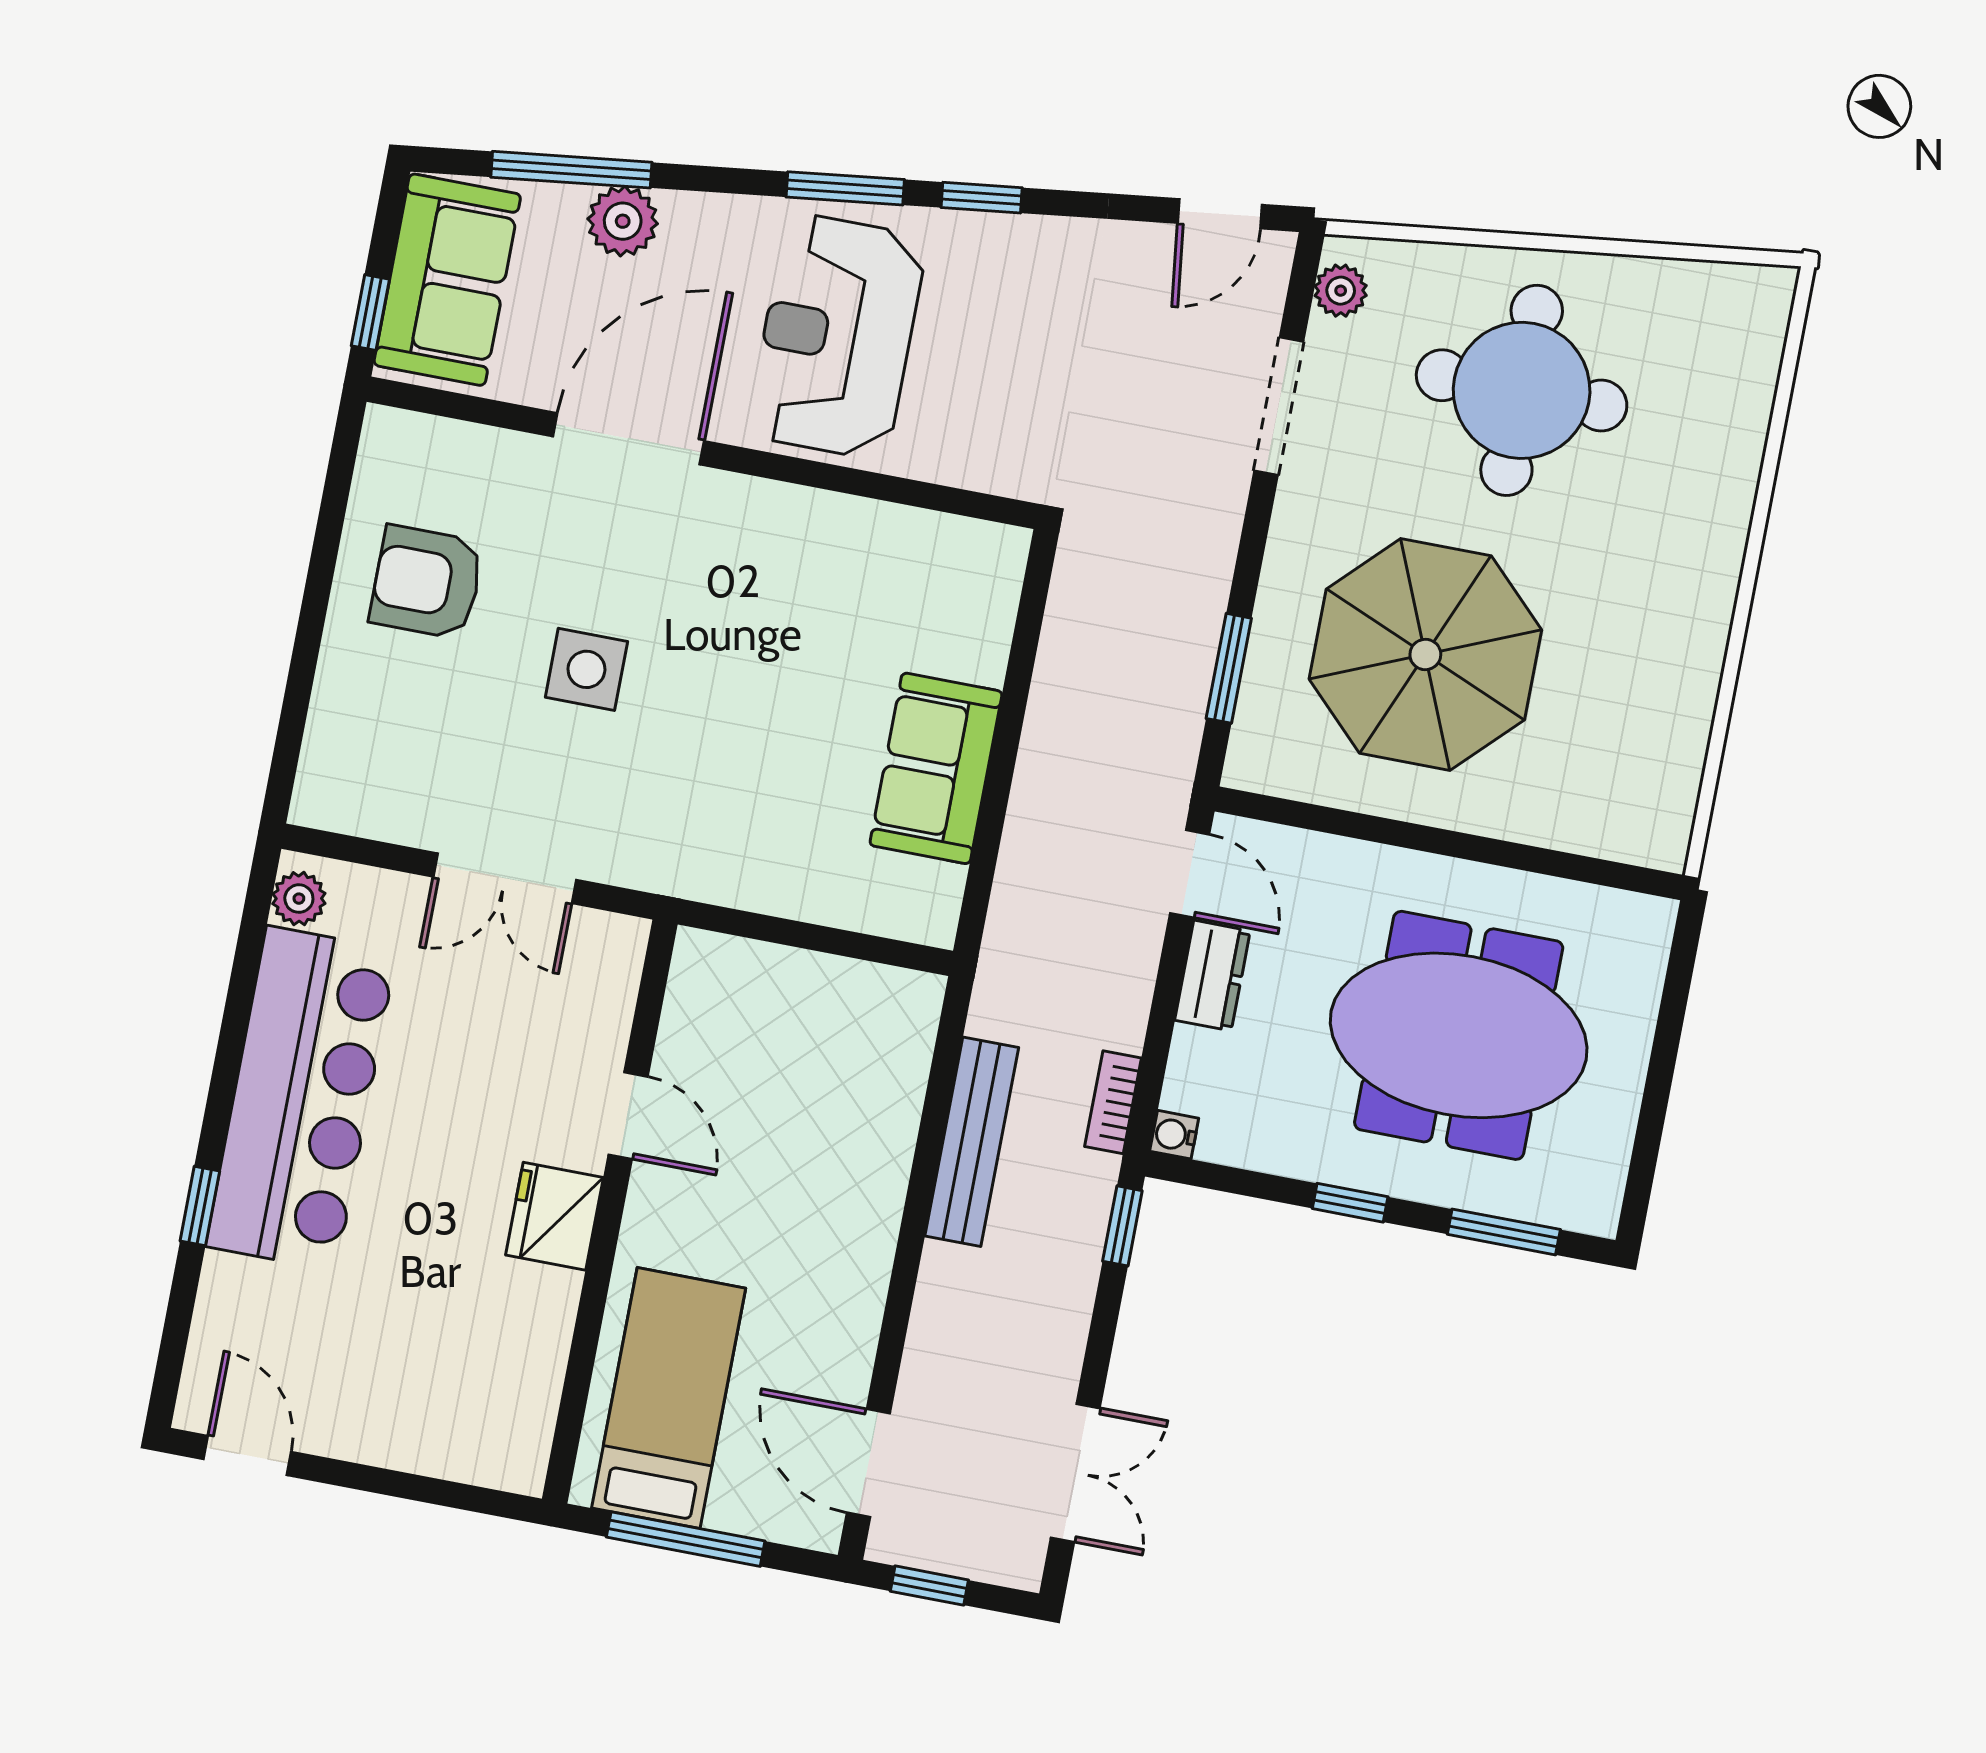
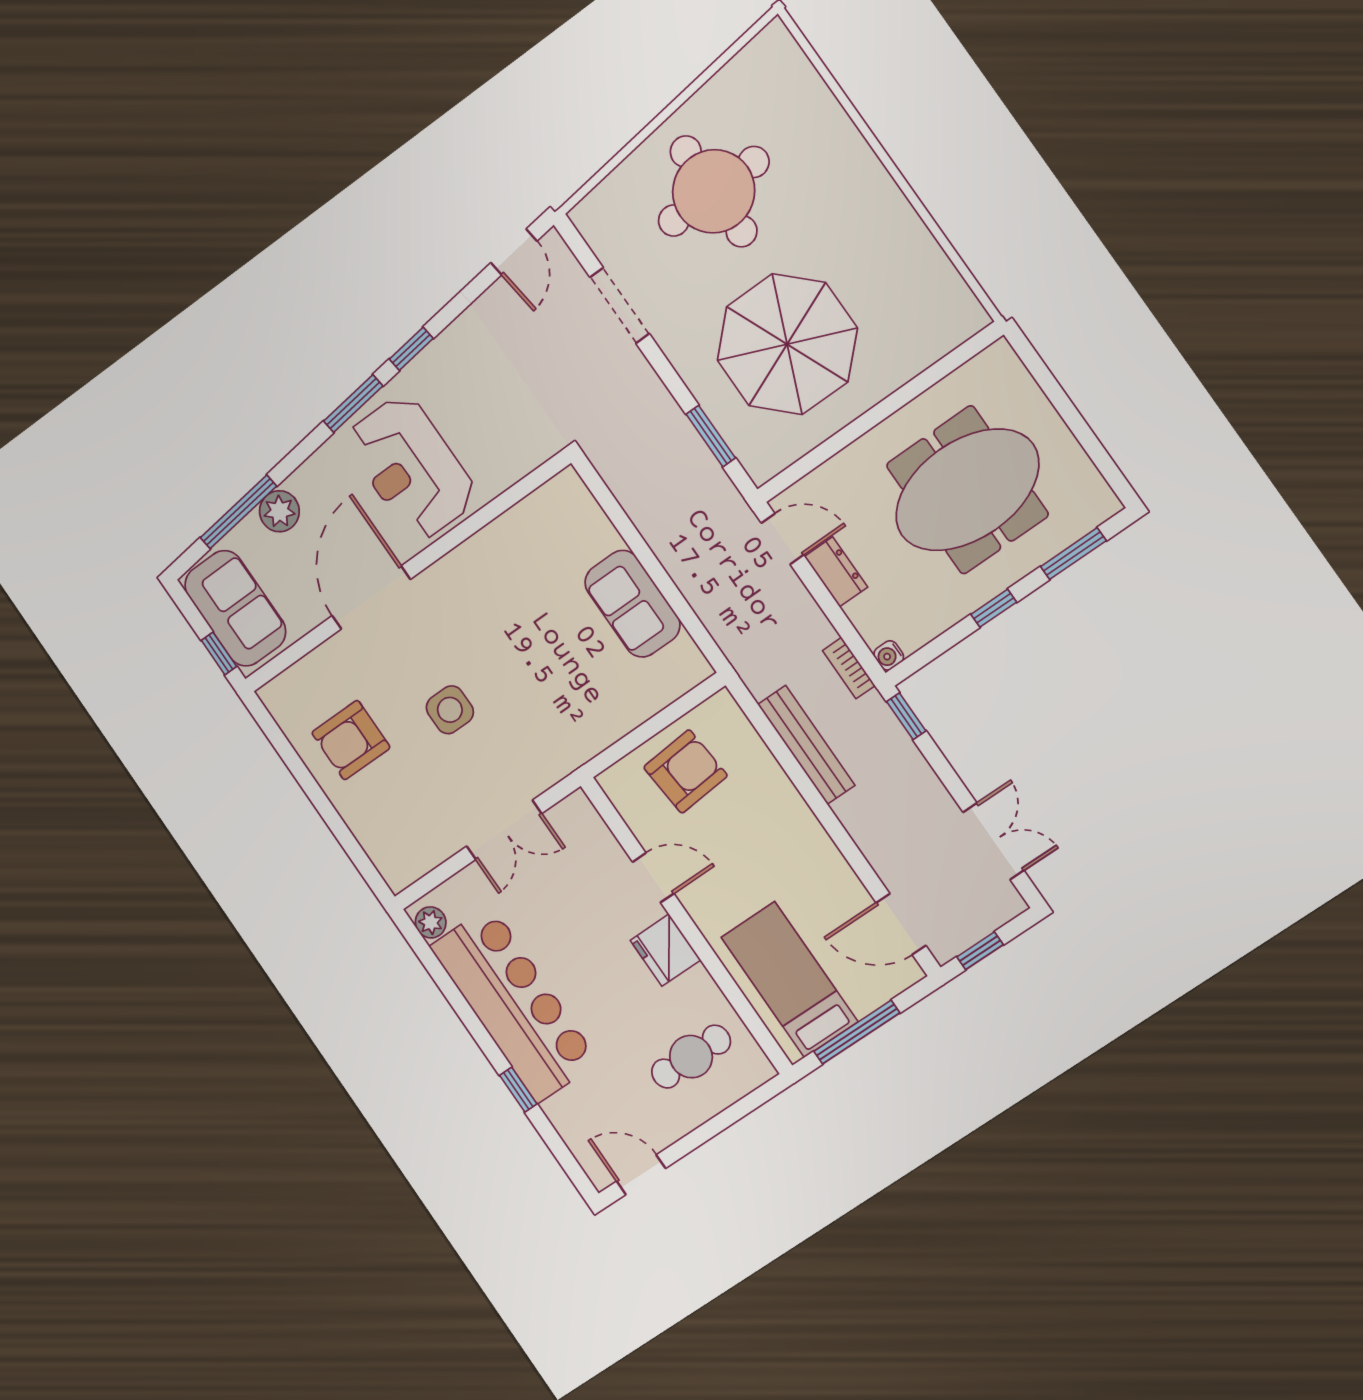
plant: (1341, 291) -> (596, 230), removed
armchair: (796, 1029) -> (685, 771), added
cafe table: (455, 1373) -> (691, 1057), added

